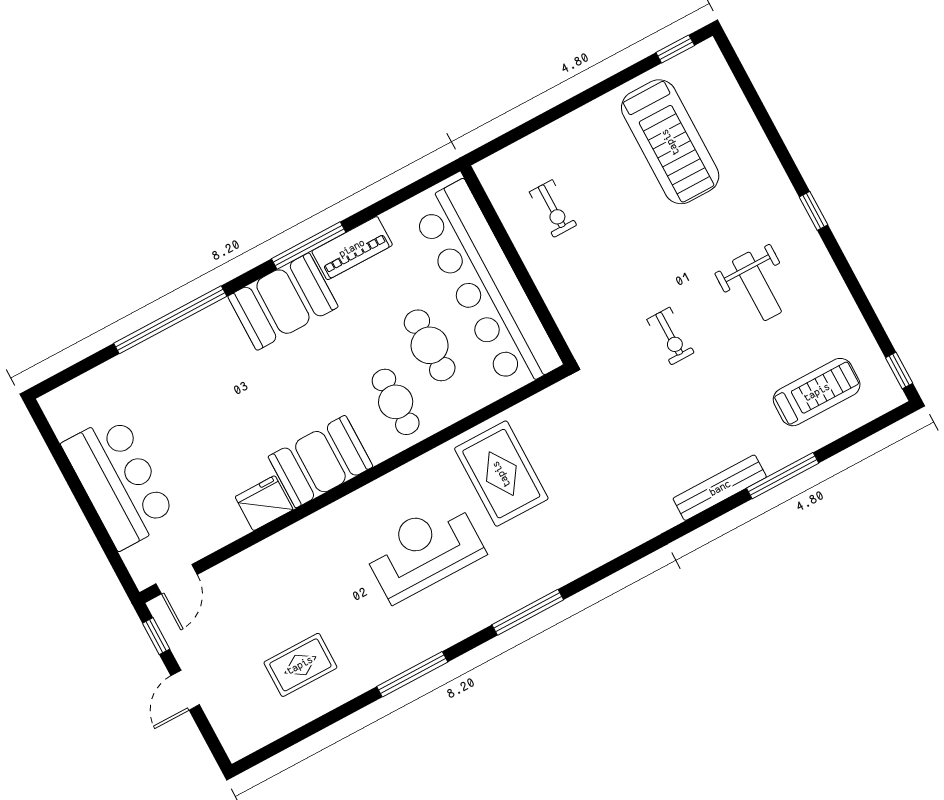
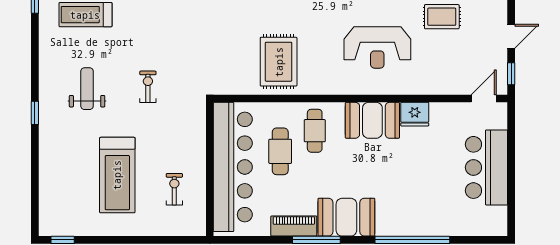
treadmill: (670, 142) -> (117, 175), moved, turned 180
reception desk: (424, 550) -> (377, 47), moved

